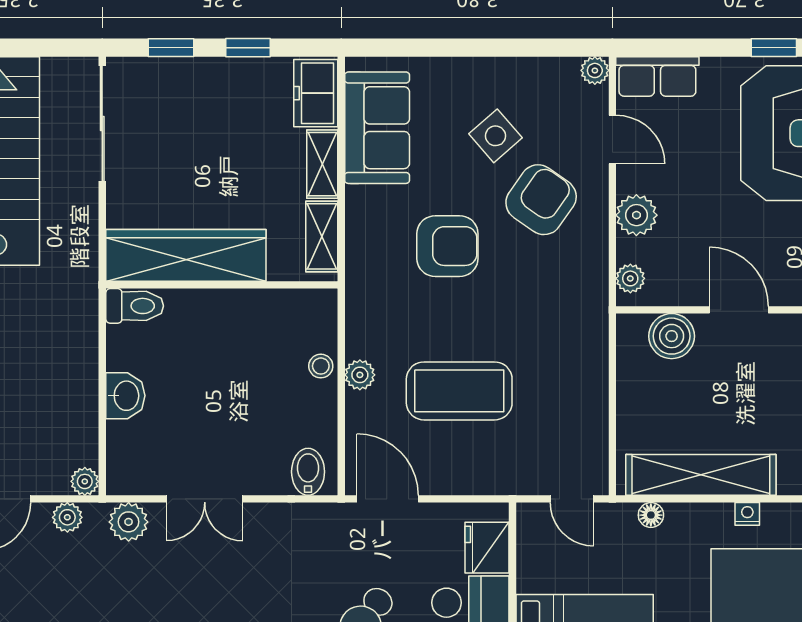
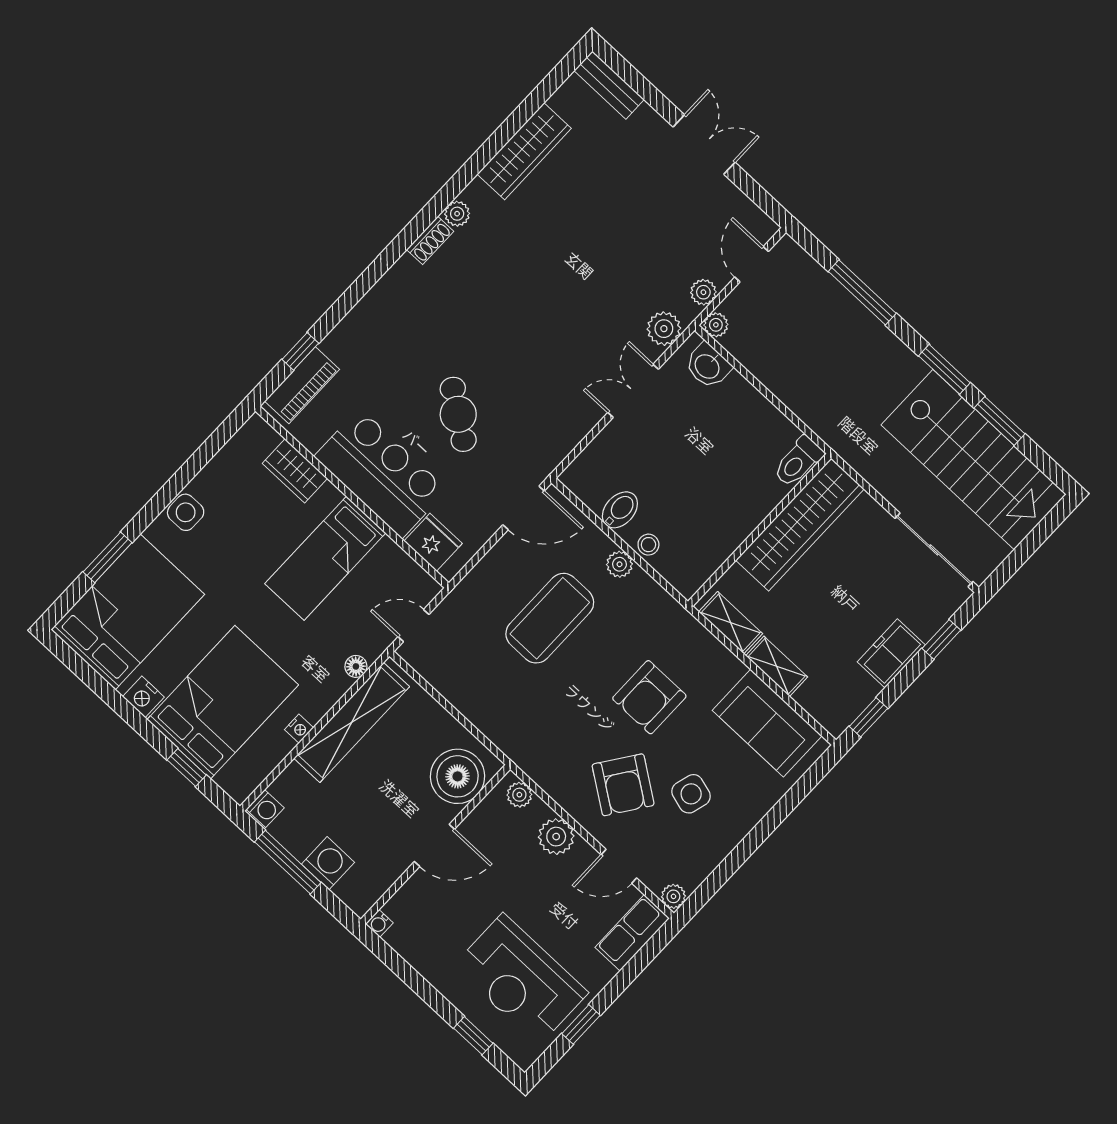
window: (248, 48) -> (868, 717), moved
freezer: (316, 93) -> (891, 653), moved, turned -90
side table: (496, 136) -> (691, 794), turned -33
boiler: (672, 336) -> (458, 776), width x1.37, depth x1.37
washbasin: (125, 396) -> (708, 366), moved
bidet: (308, 472) -> (620, 510), moved, turned -90

